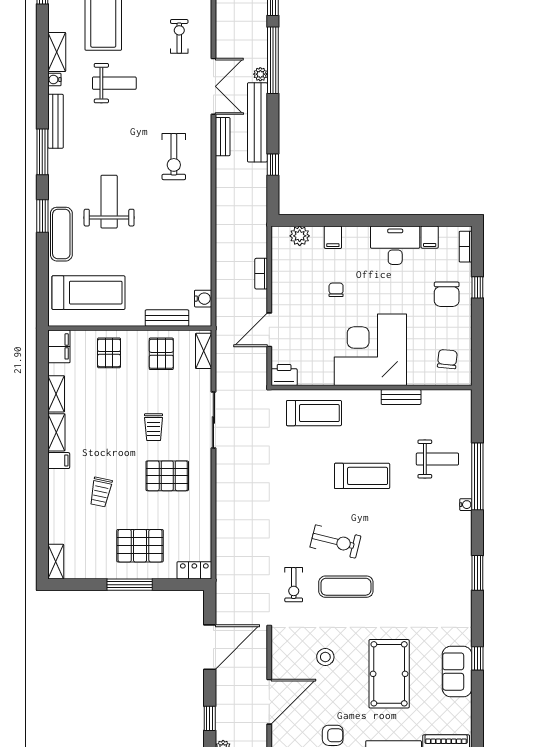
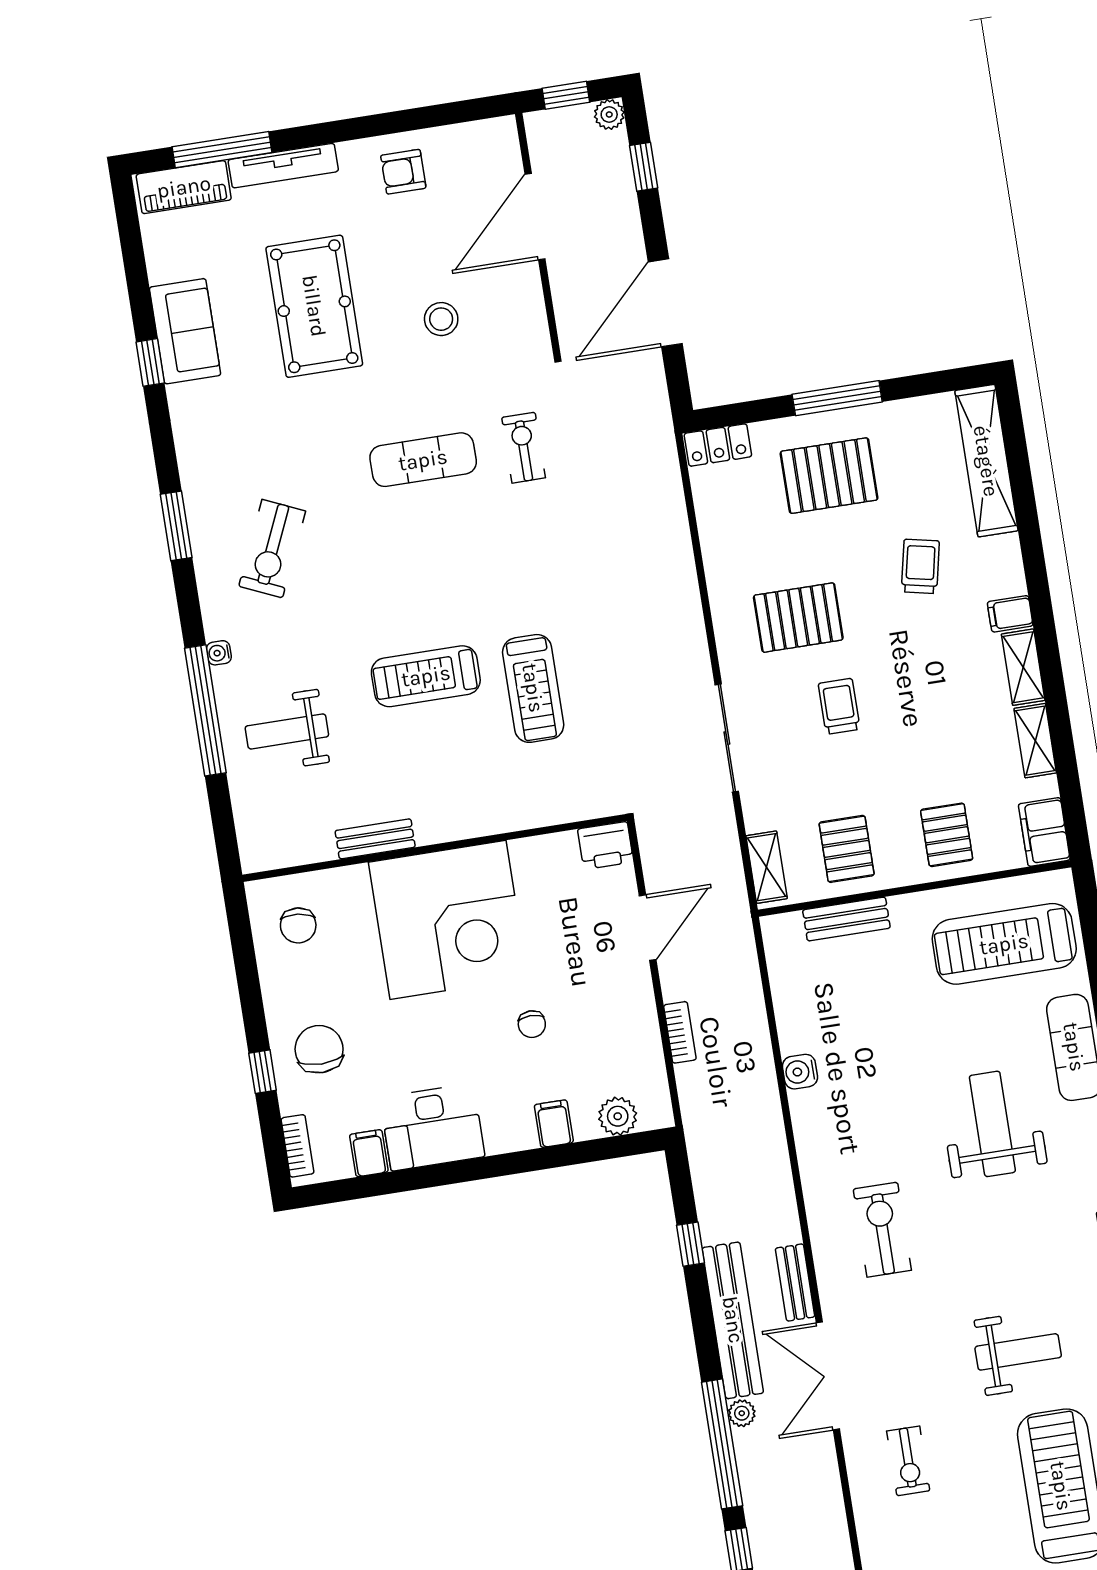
weight bench: (114, 83) -> (1018, 1352), turned 180
weight bench: (109, 202) -> (992, 1124), turned 180
water cooler: (203, 299) -> (800, 1072), moved
treadmill: (314, 413) -> (533, 688), moved, turned -90
exercise bike: (335, 541) -> (272, 549), moved, turned -80
shelving: (56, 562) -> (986, 461), width x2.20, depth x1.33

